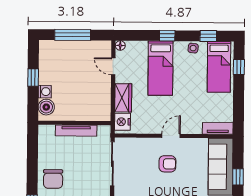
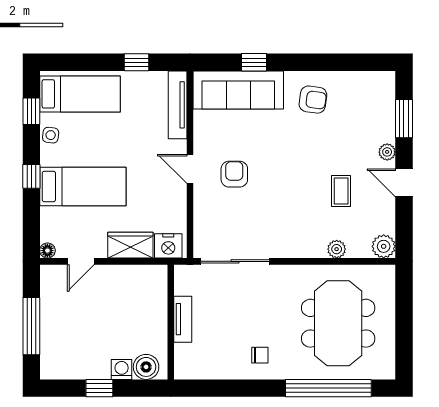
window: (239, 67) -> (136, 62), moved
tv unit: (218, 128) -> (178, 105), width x1.41
tv unit: (76, 131) -> (183, 319), width x0.71
chair: (53, 179) -> (260, 355), width x0.54, depth x0.54

